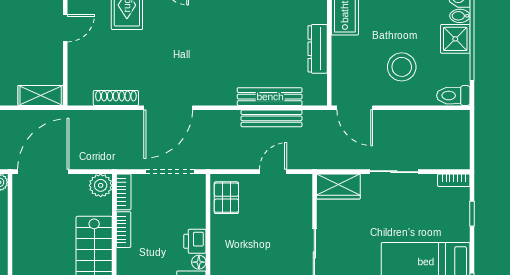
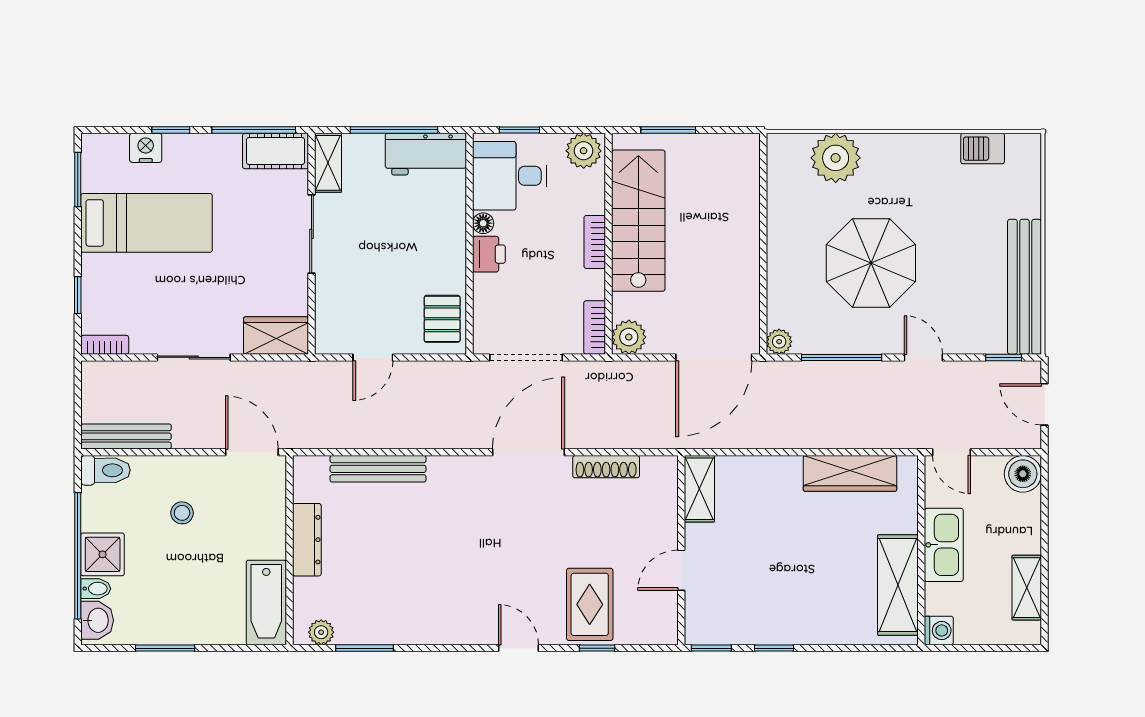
stool: (402, 67) -> (182, 513), width x0.53, depth x0.53
shelving: (41, 95) -> (699, 489), moved, turned 90
bench: (272, 118) -> (126, 436), moved
bookcase: (124, 230) -> (595, 242), moved

